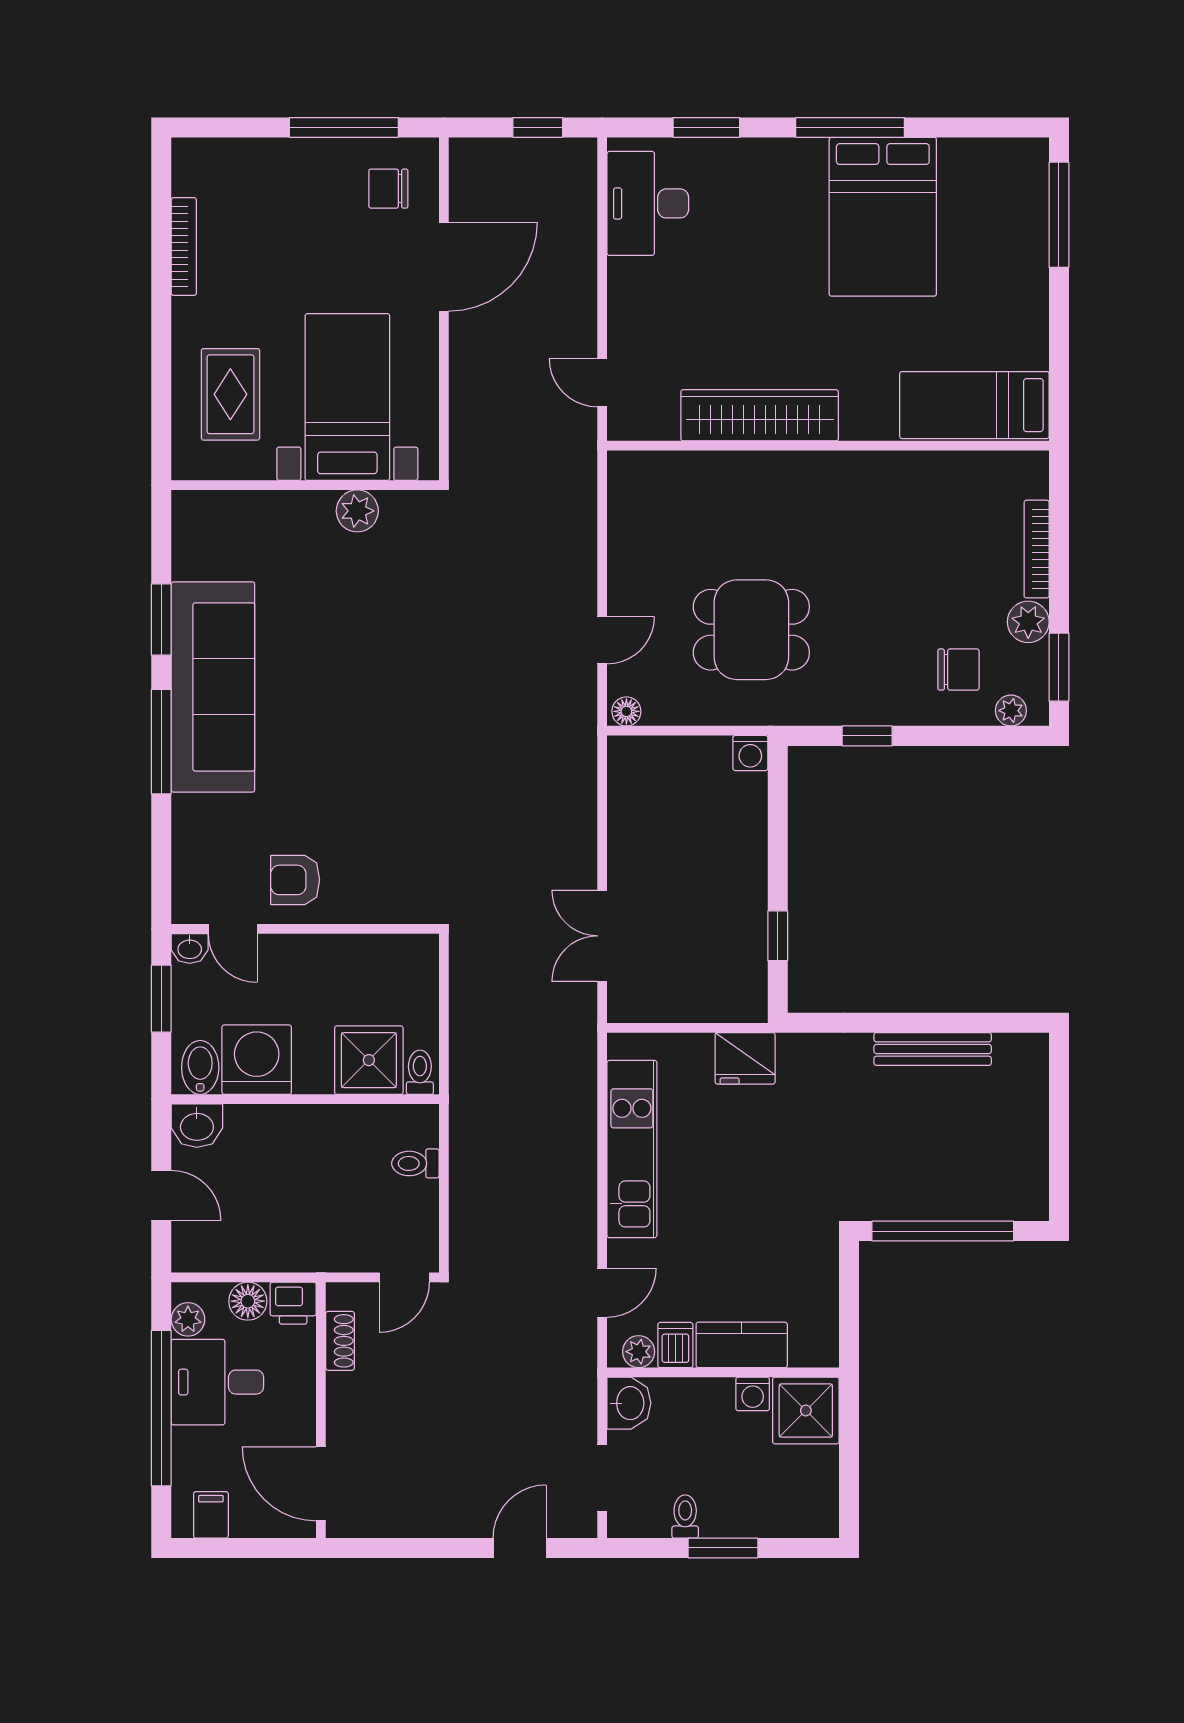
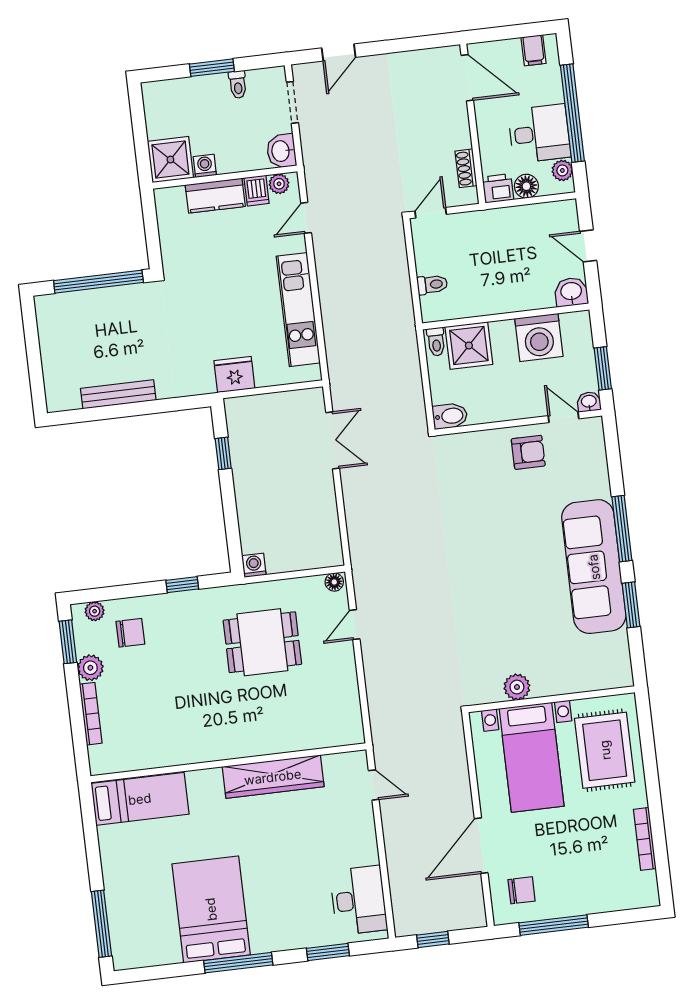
rug: (230, 394) -> (605, 750), width x1.36, depth x1.43
chair: (958, 670) -> (130, 633), turned 180
bidet: (200, 1067) -> (450, 416), moved, turned -90

